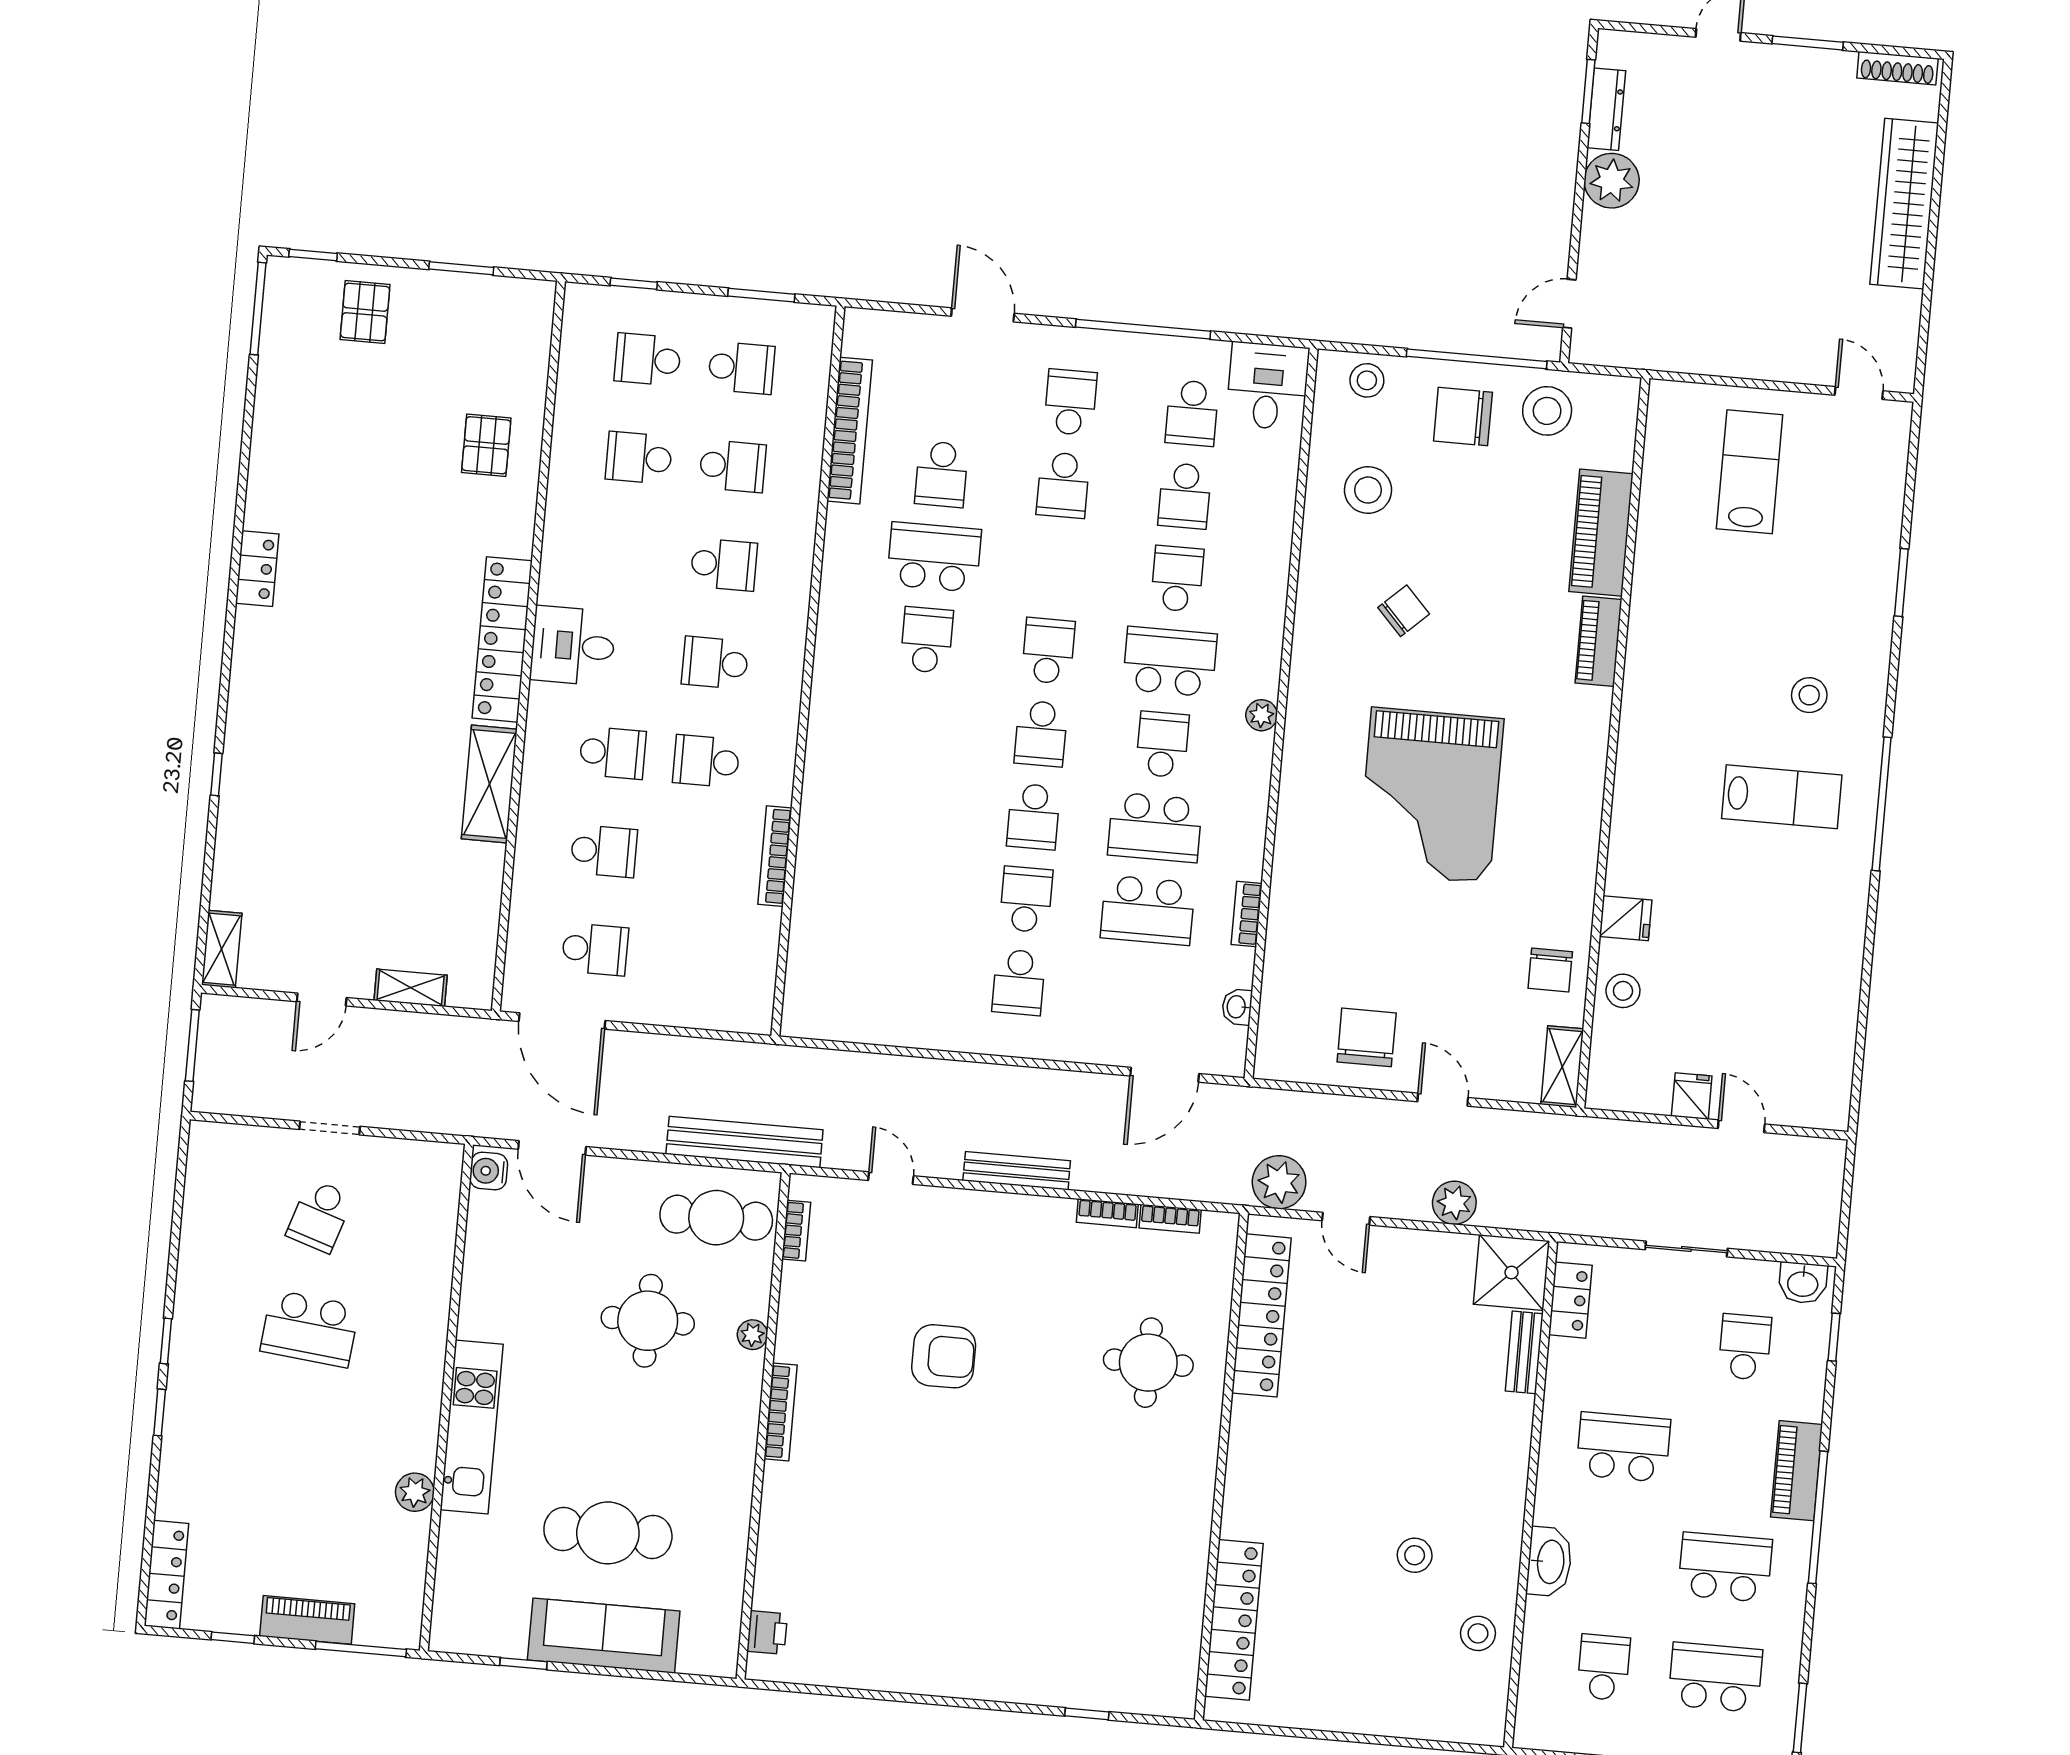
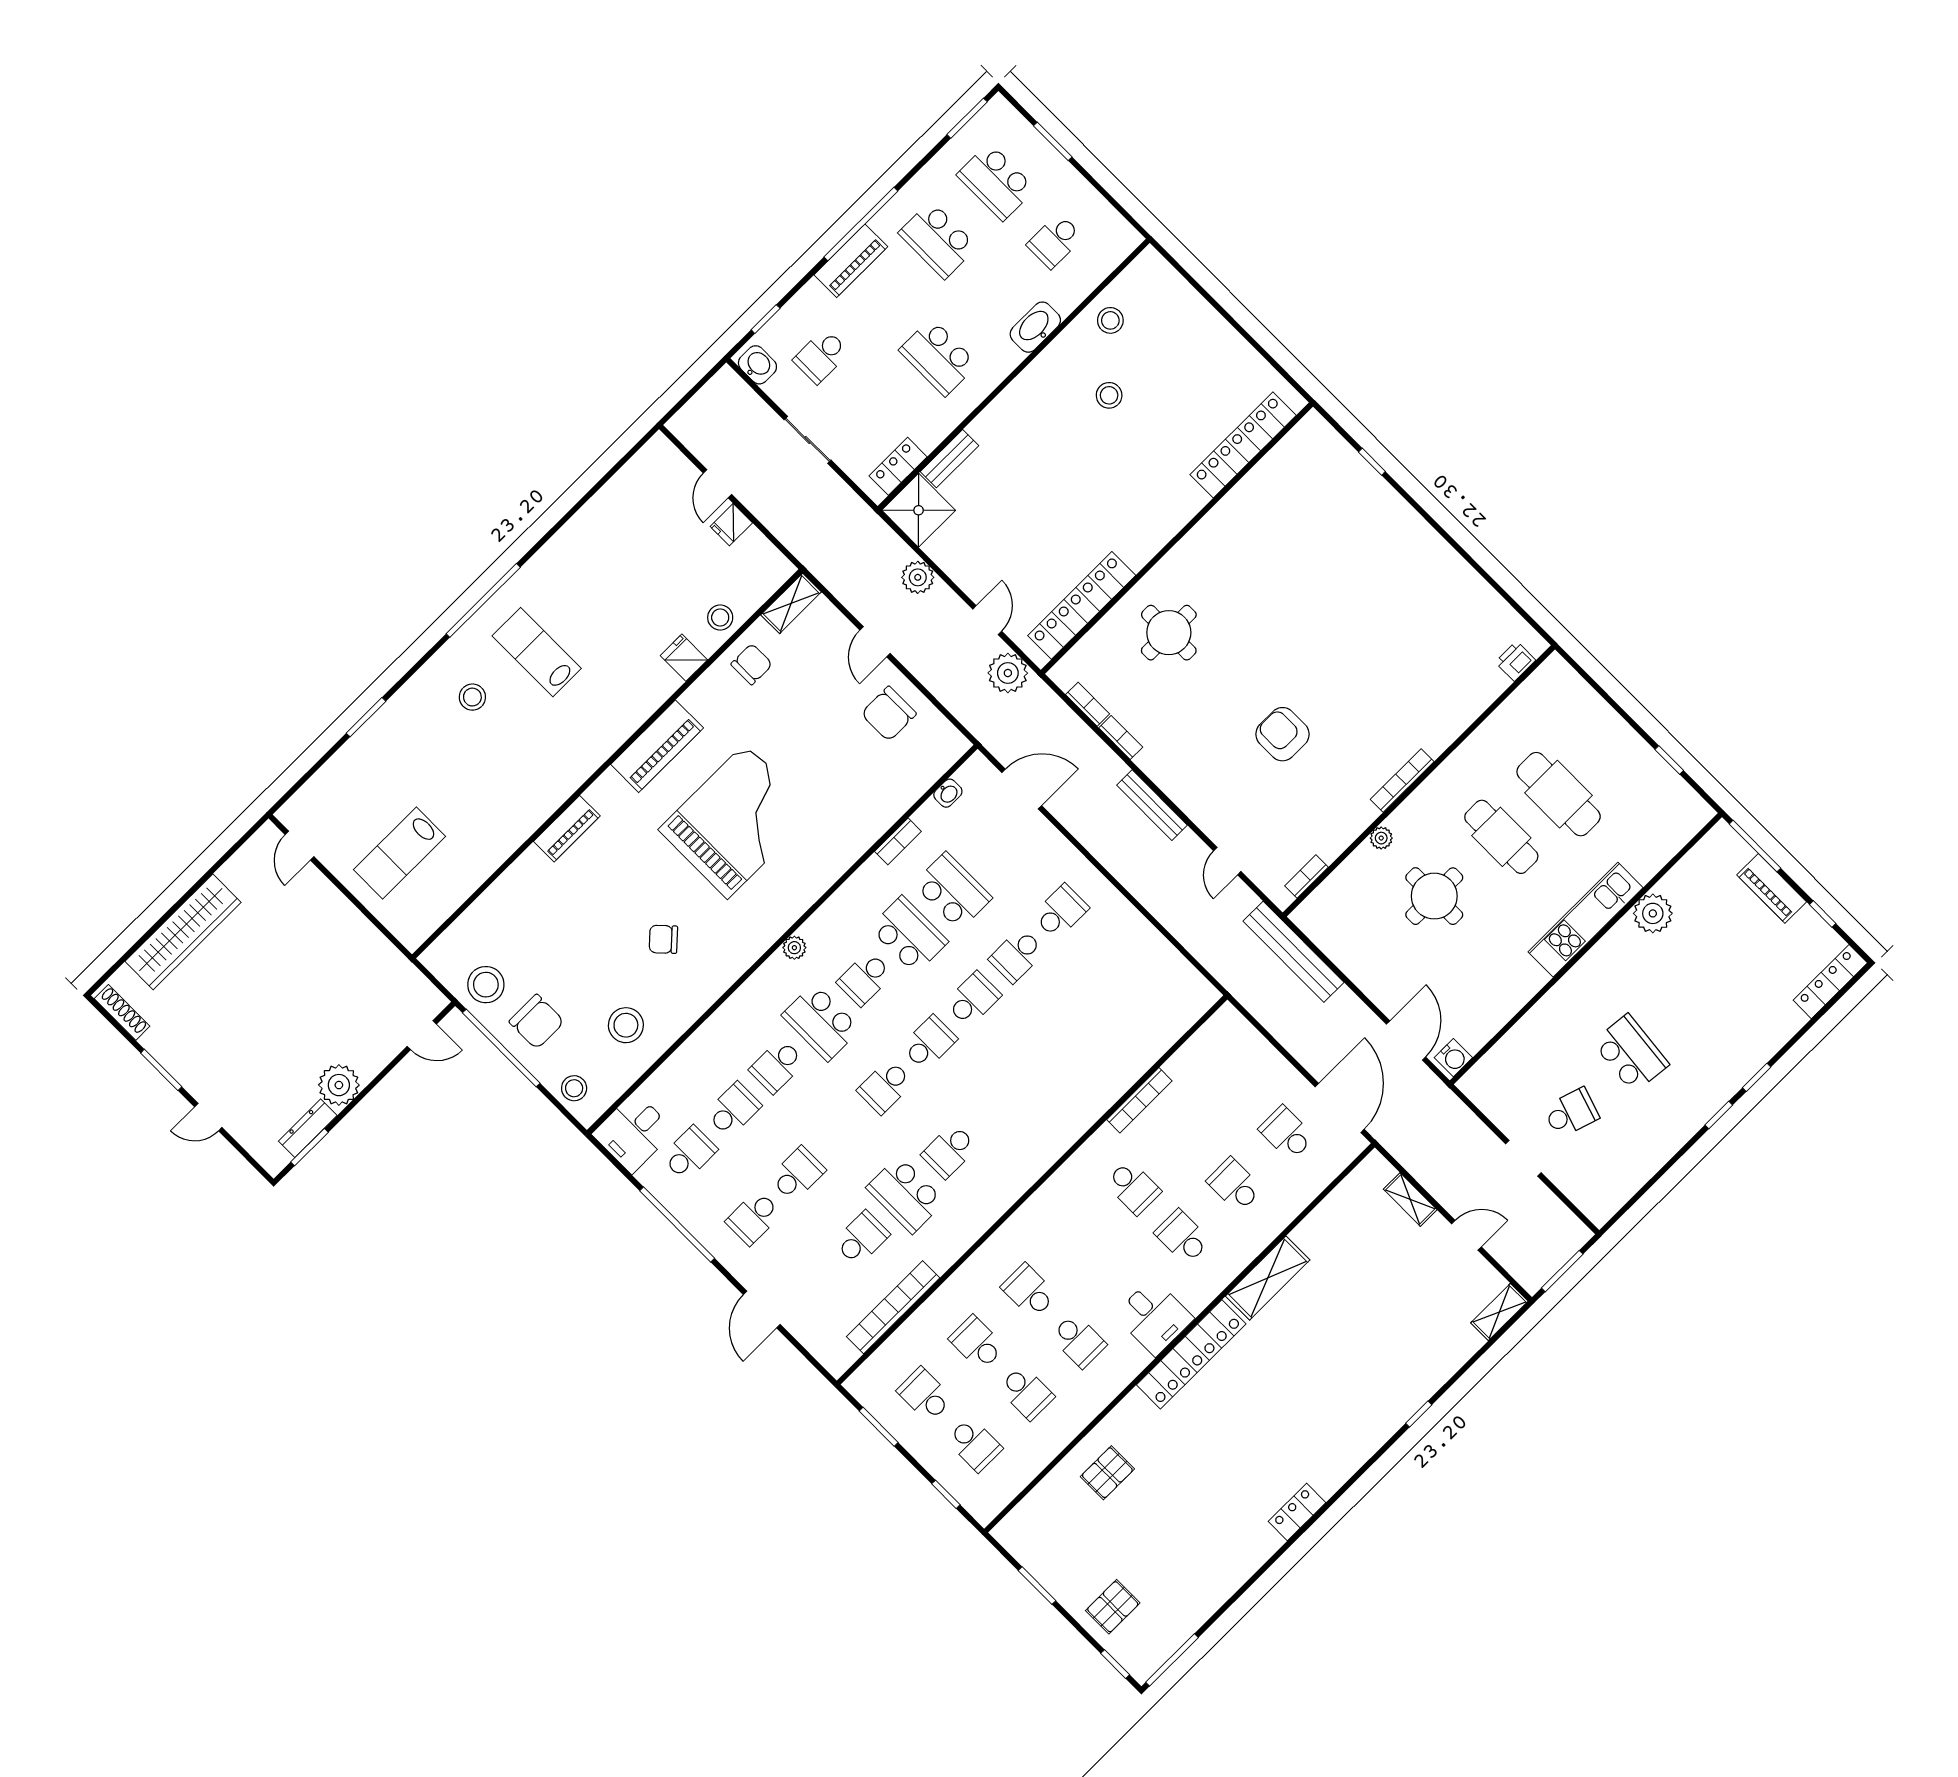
piano: (1601, 533) -> (657, 746), moved
school desk: (715, 663) -> (1078, 1341), moved
cafe table: (716, 1218) -> (1501, 837), moved
plant: (415, 1492) -> (1653, 913), width x1.36, depth x1.36
sofa: (604, 1636) -> (1610, 738), removed

